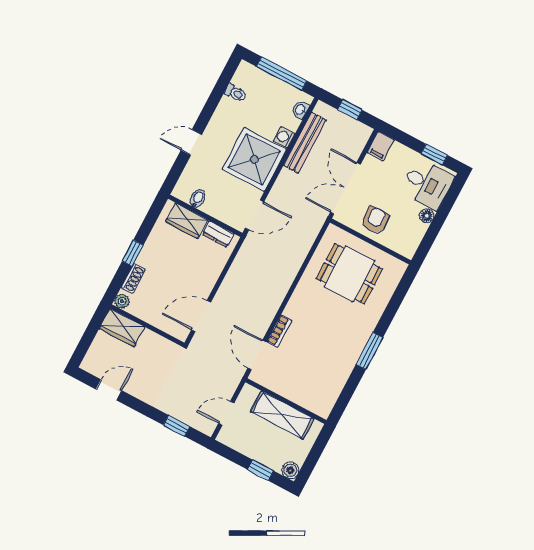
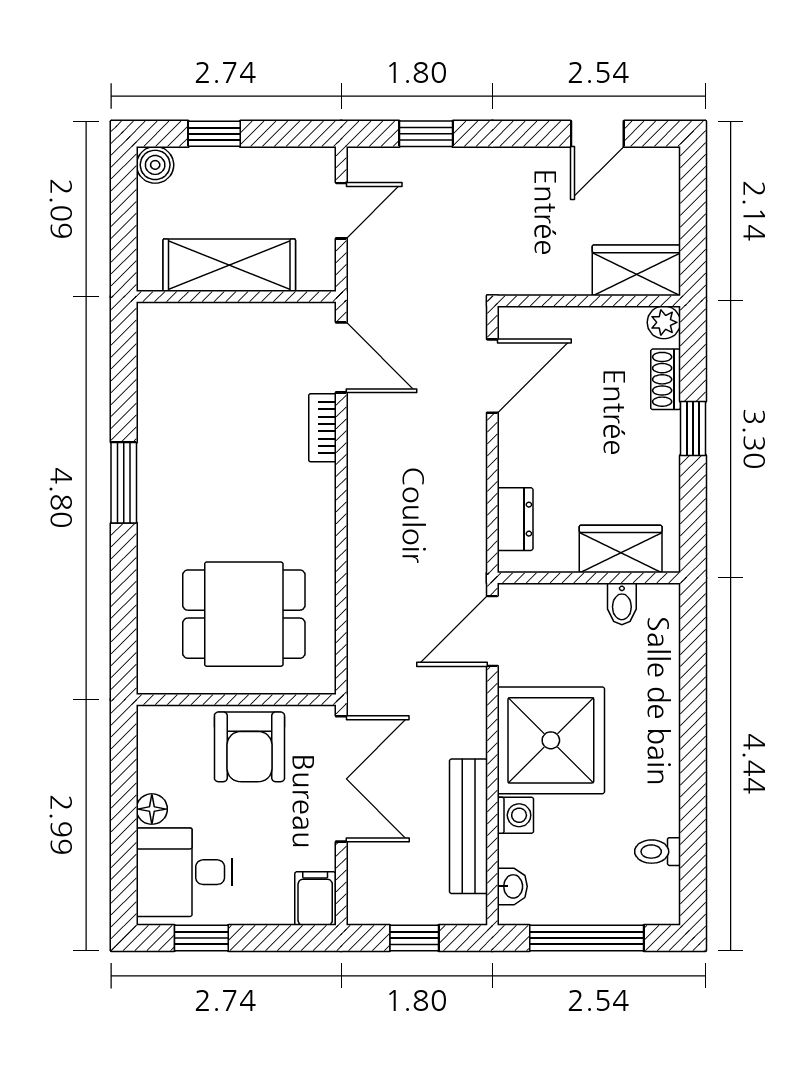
door: (191, 142) -> (693, 708), removed
armchair: (375, 220) -> (249, 747), width x1.38, depth x1.38
dresser: (218, 234) -> (515, 519), moved, turned 90

